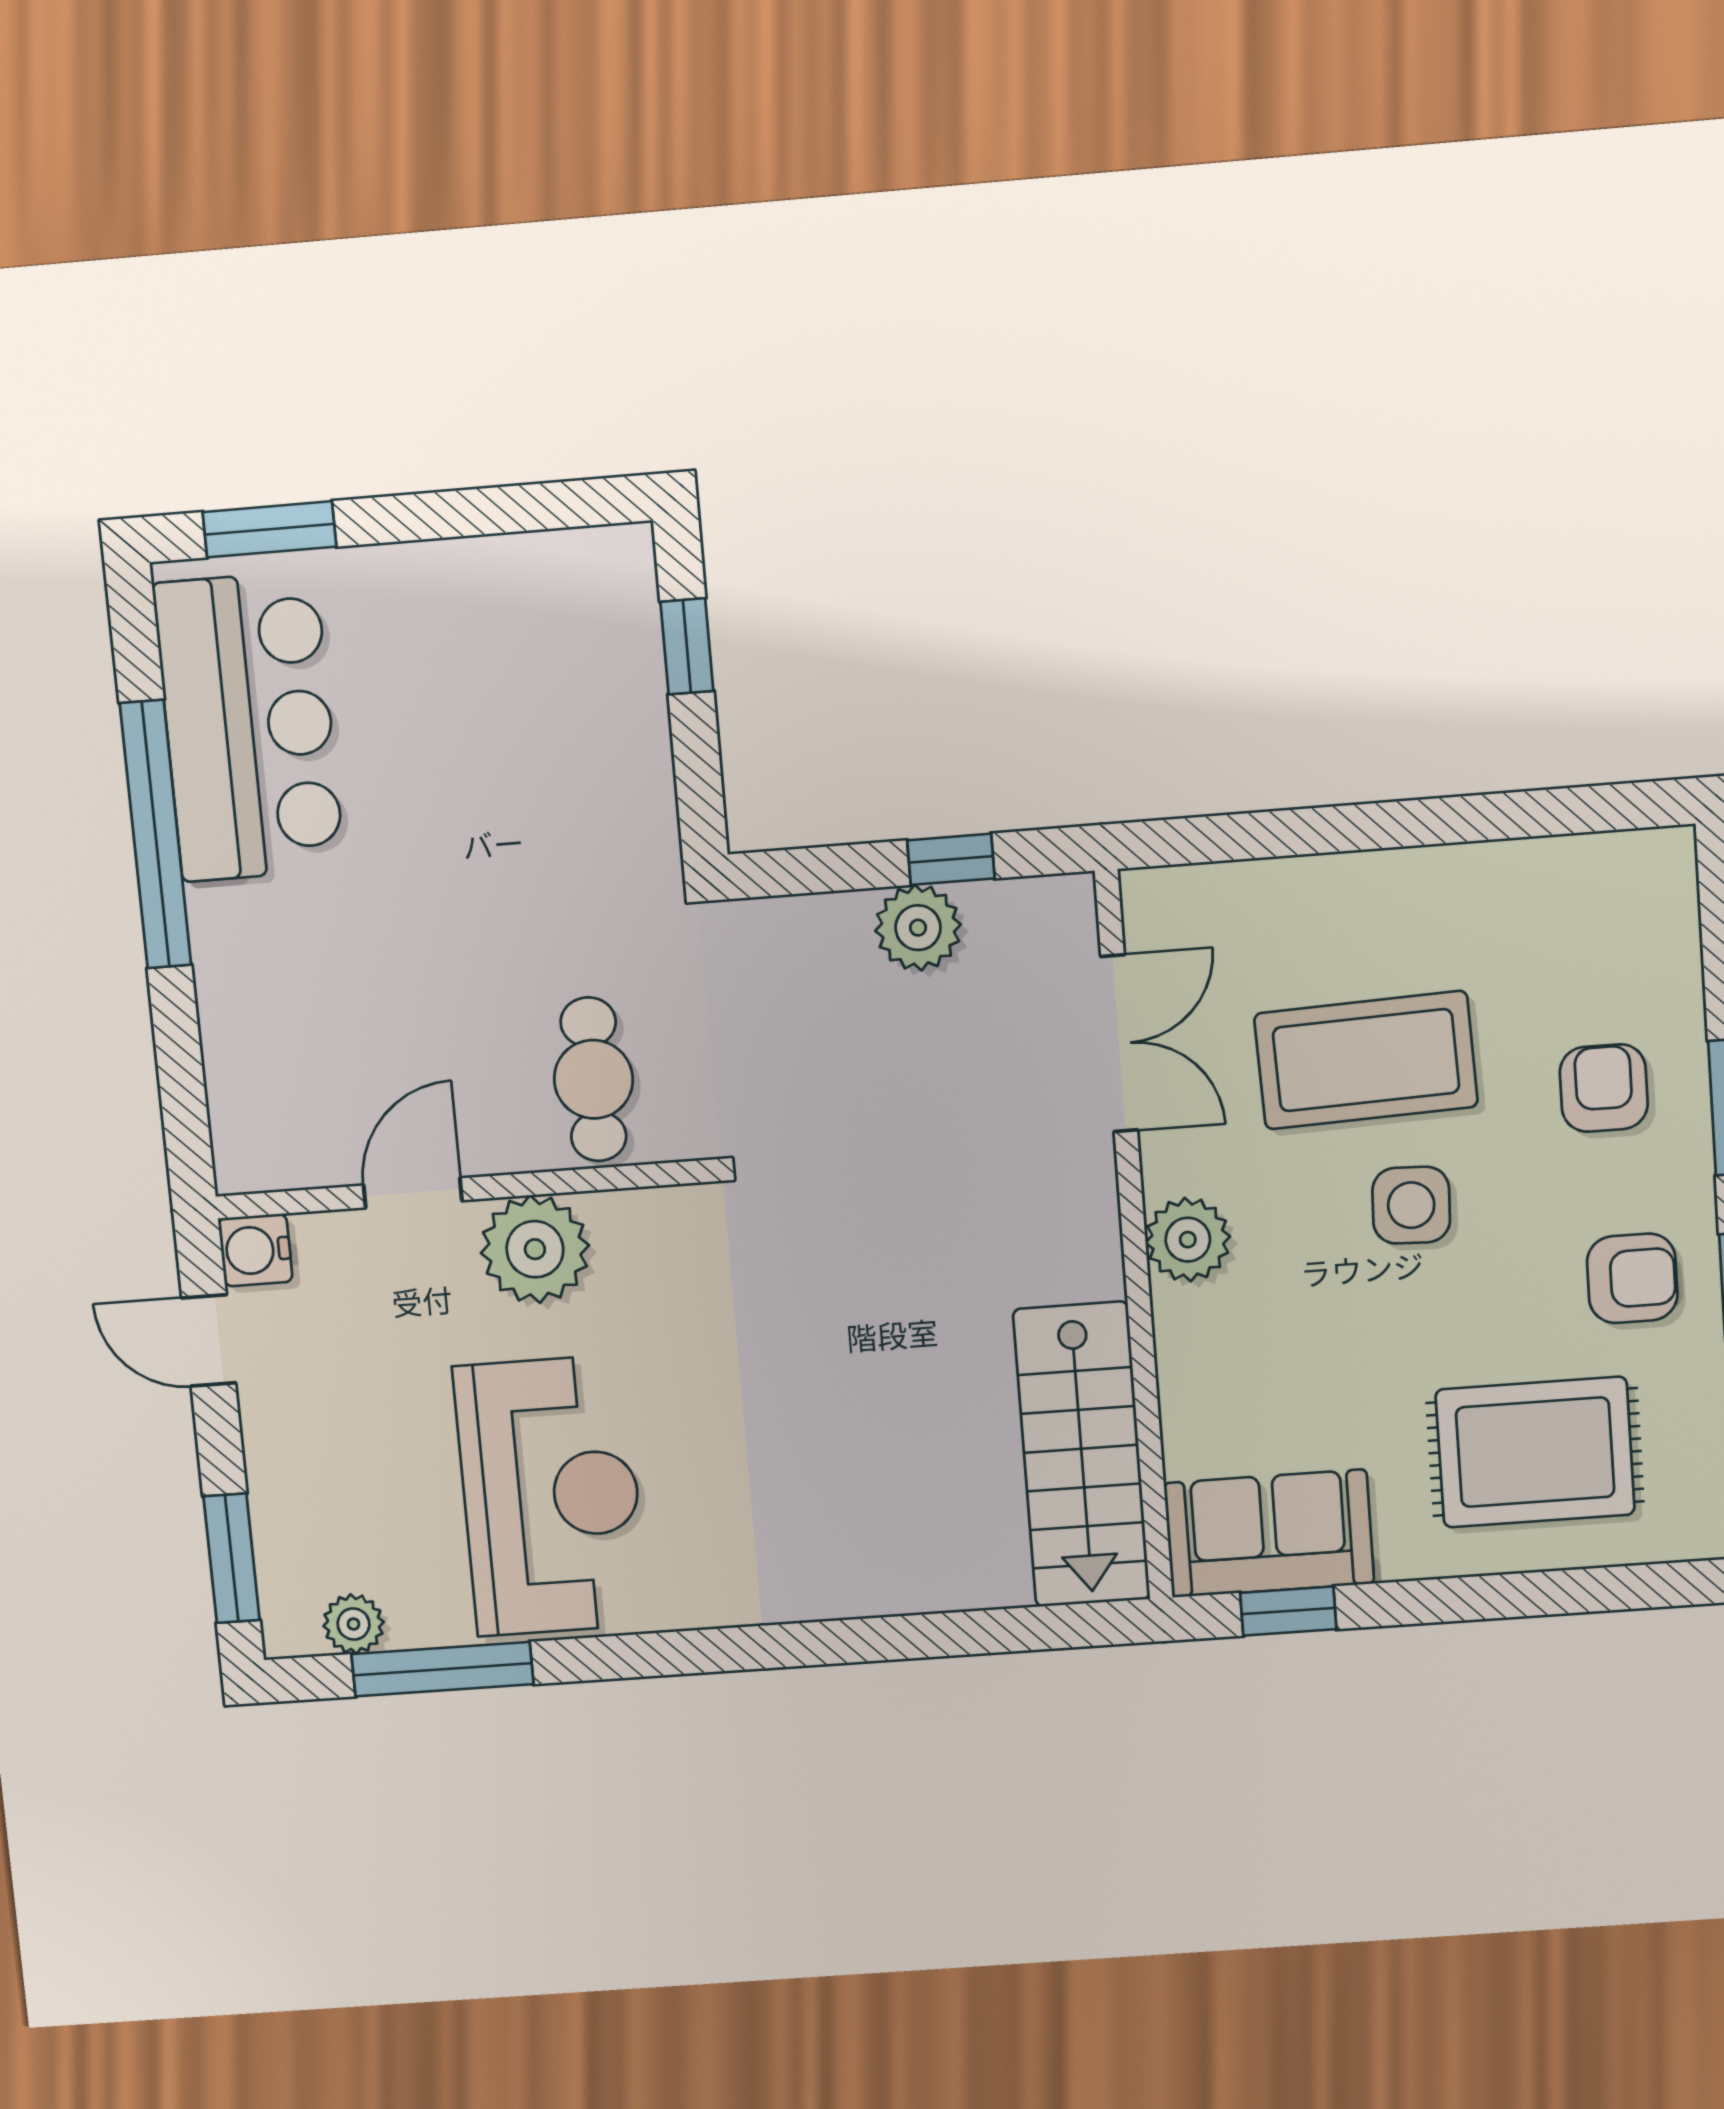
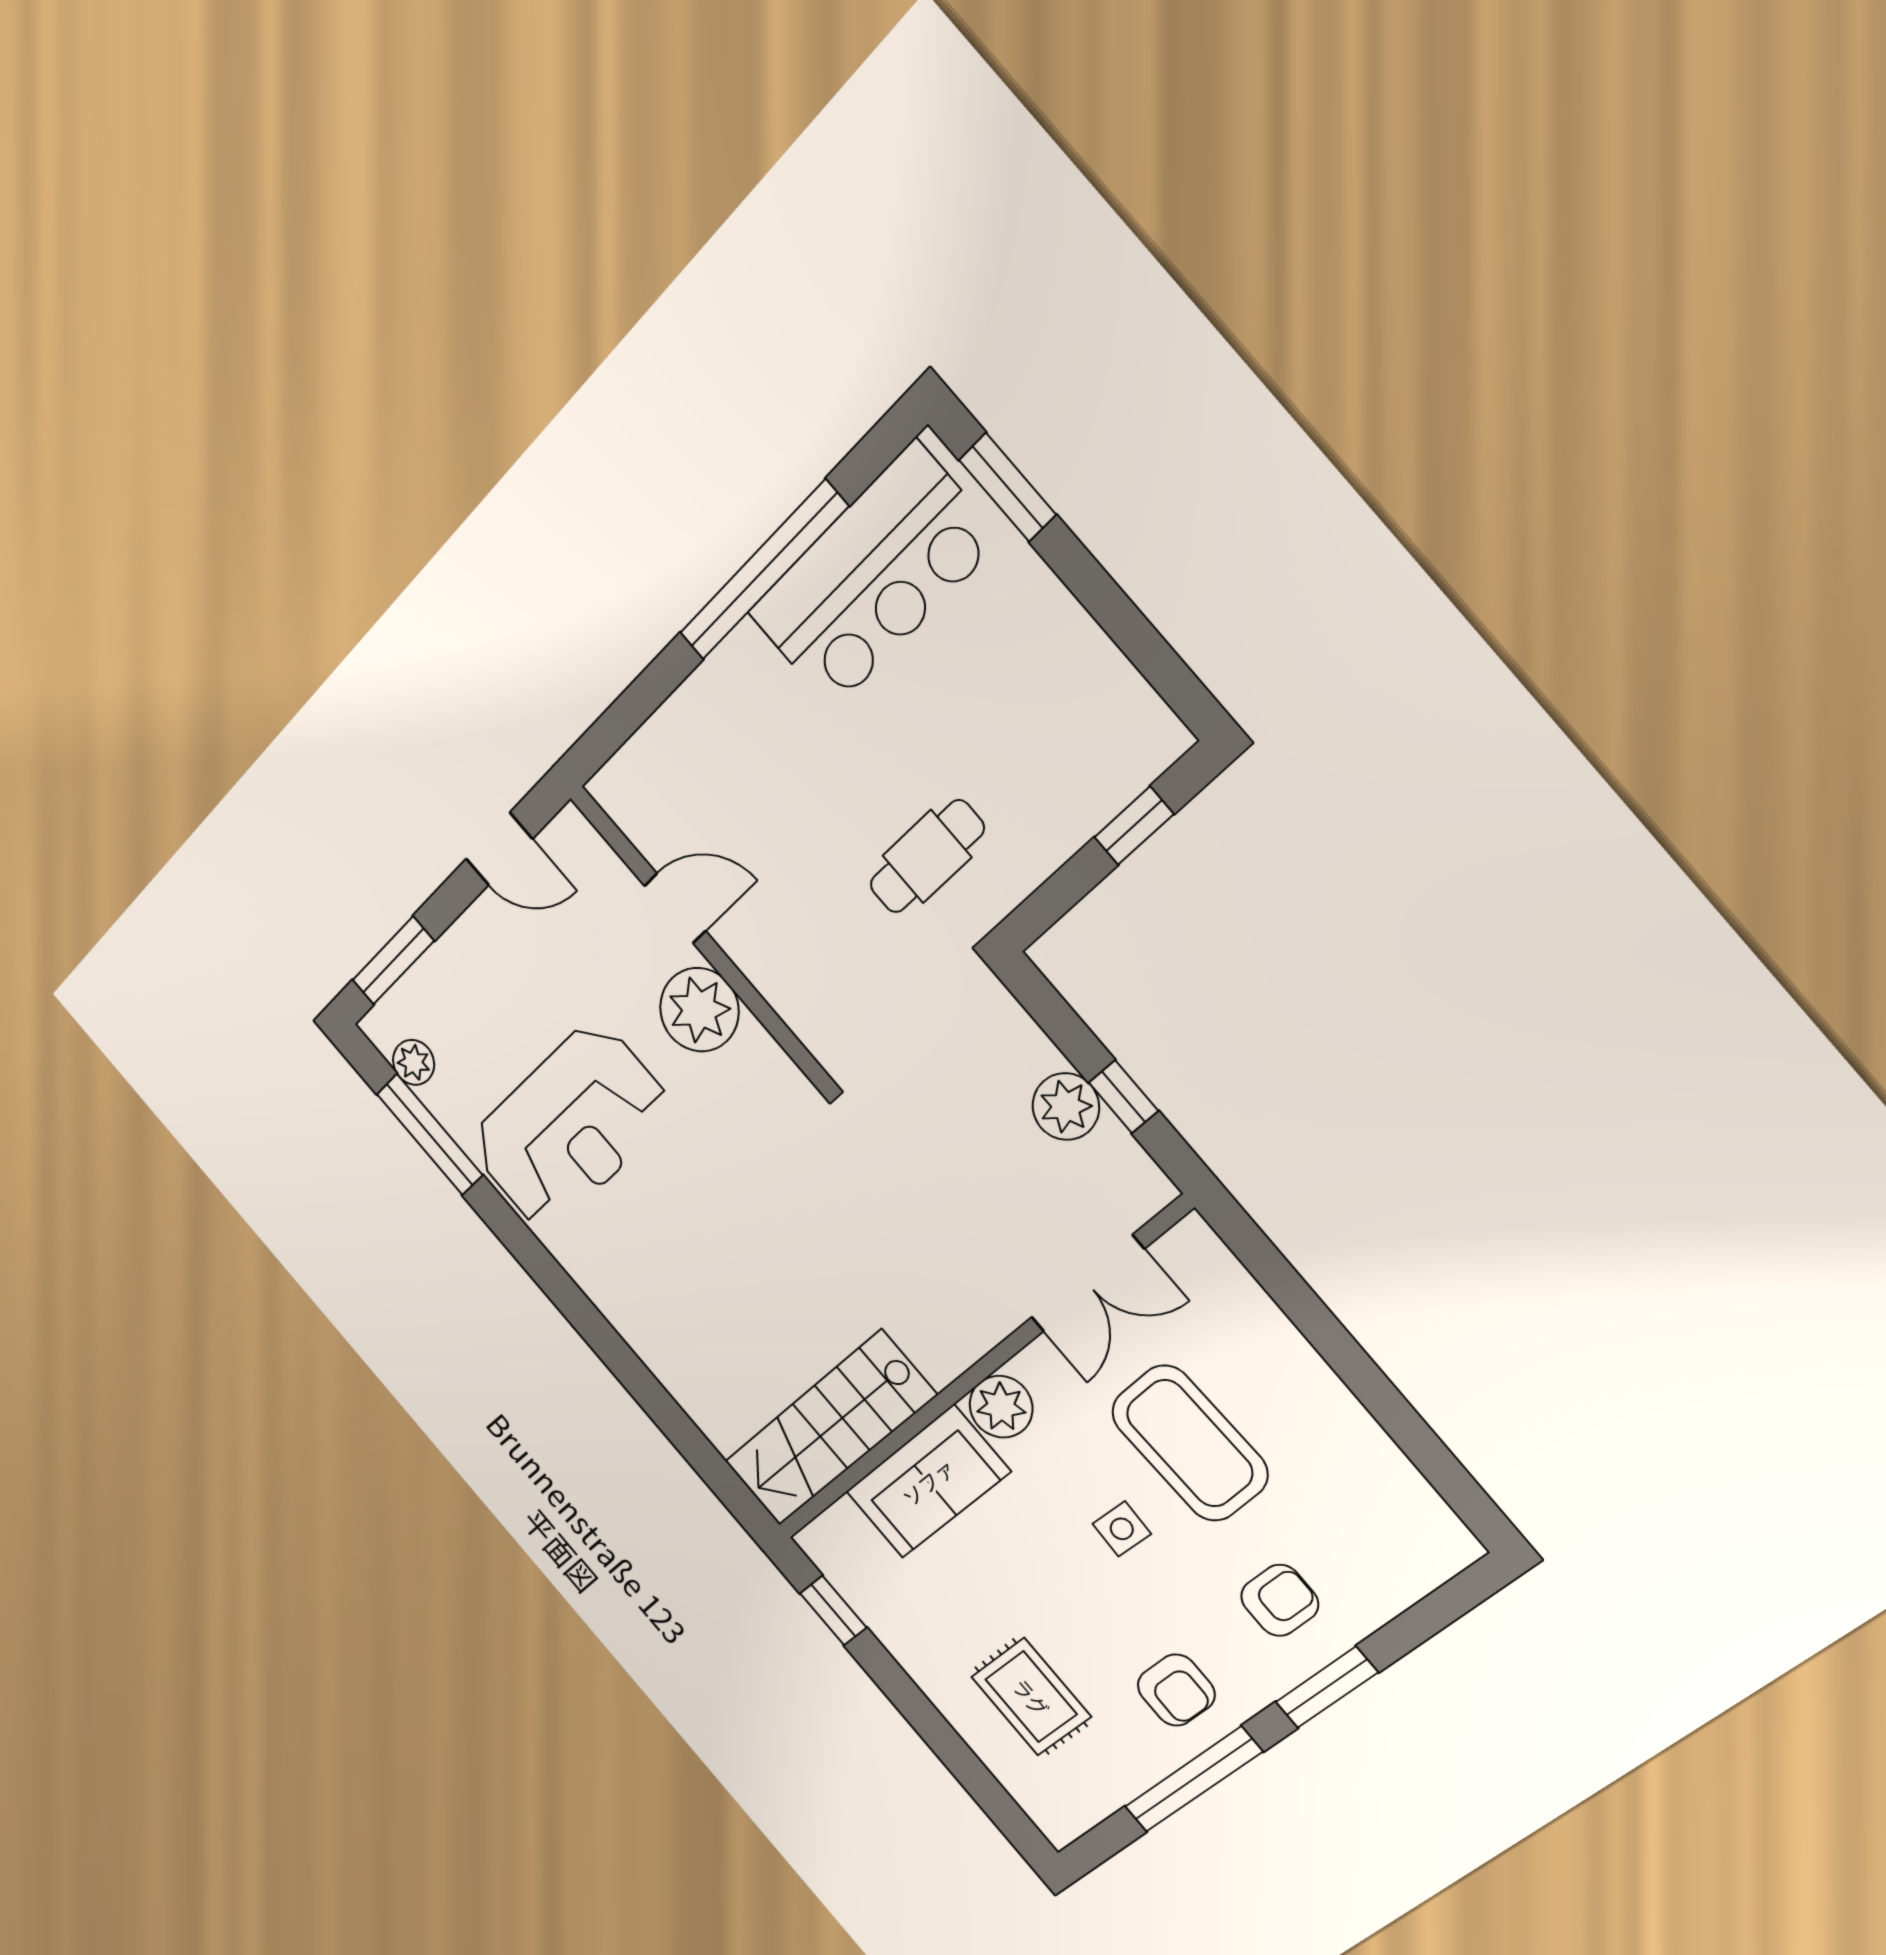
cafe table: (593, 1079) -> (927, 856), moved
side table: (1411, 1205) -> (1122, 1529), width x0.73, depth x0.73
water cooler: (255, 1250) -> (570, 836), removed
door: (209, 1340) -> (499, 849), swing flipped
rug: (1535, 1452) -> (1031, 1697), width x0.73, depth x0.70
sofa: (1269, 1533) -> (928, 1482), moved, turned 90

